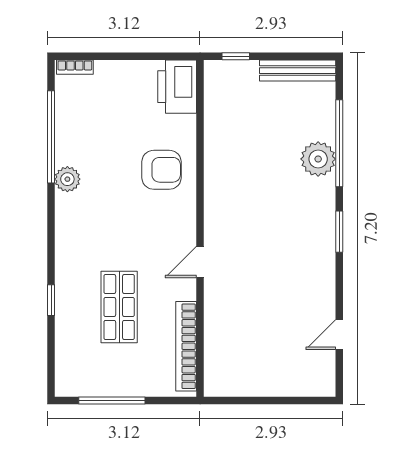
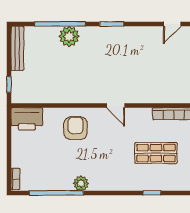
door: (200, 262) -> (116, 106), moved
door: (339, 334) -> (172, 24), hinge flipped

